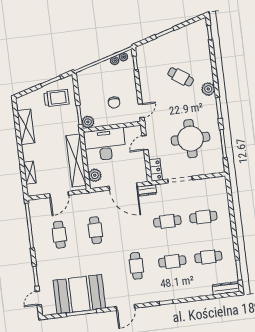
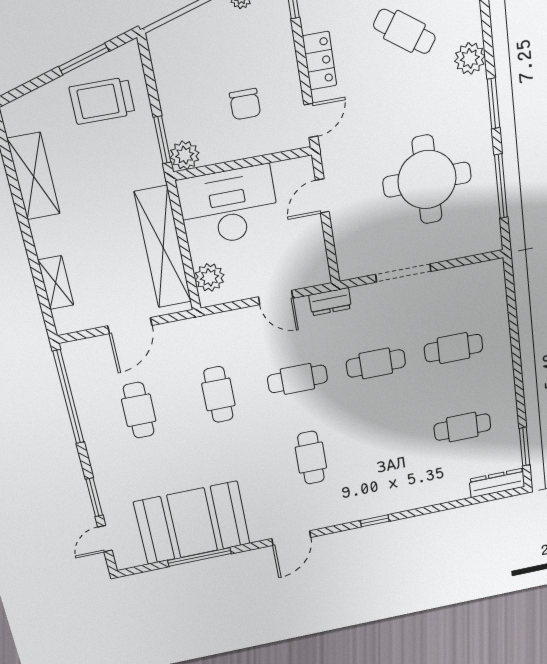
trolley: (56, 98) -> (102, 101), turned 180
locker: (156, 170) -> (320, 61), moved
door: (123, 187) -> (276, 298), width x0.53
cafe table: (172, 261) -> (297, 379), moved

